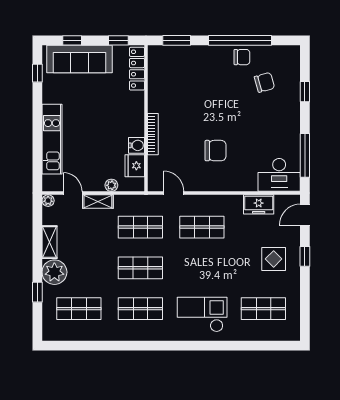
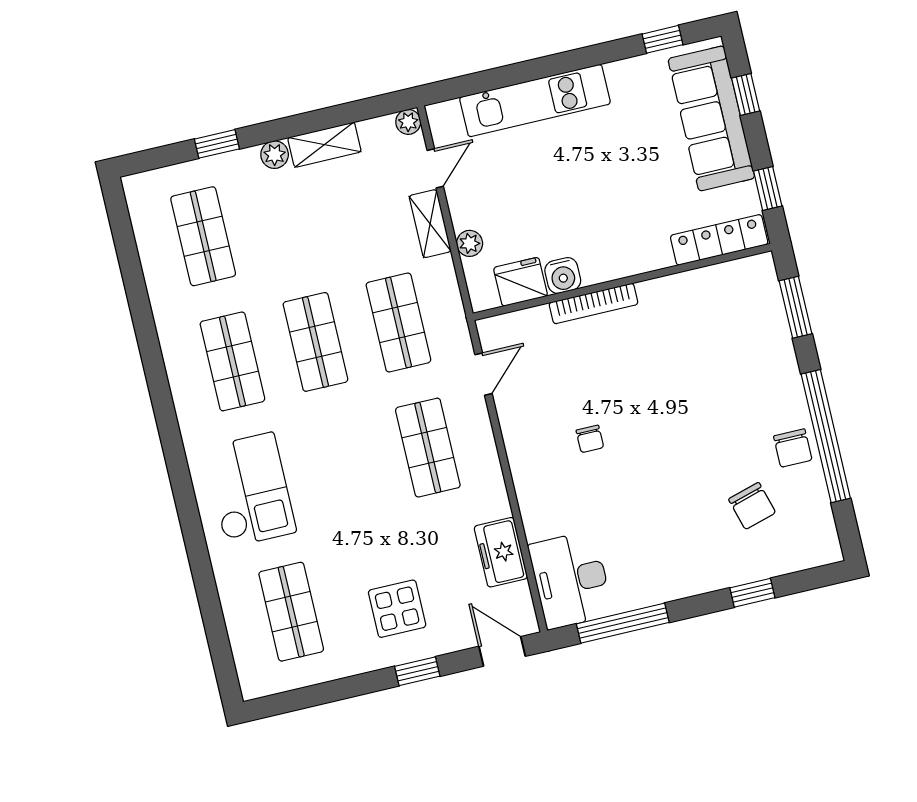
chair: (216, 151) -> (590, 439), width x0.54, depth x0.54
plant: (54, 272) -> (275, 155), width x0.53, depth x0.53

